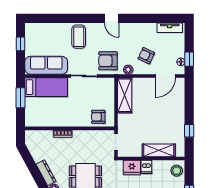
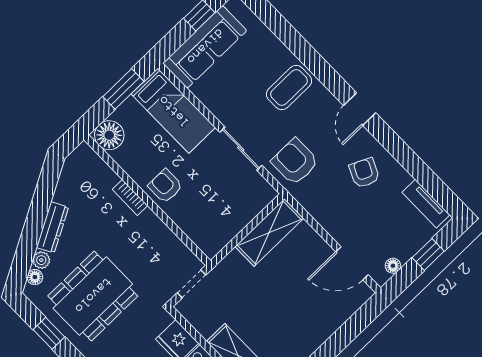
armchair: (146, 56) -> (364, 173), moved
window: (189, 59) -> (428, 254), moved
sofa: (46, 65) -> (205, 47), moved, turned 90
plant: (128, 70) -> (310, 202), removed
armchair: (98, 117) -> (165, 186), moved
floor lamp: (32, 119) -> (109, 135), added

